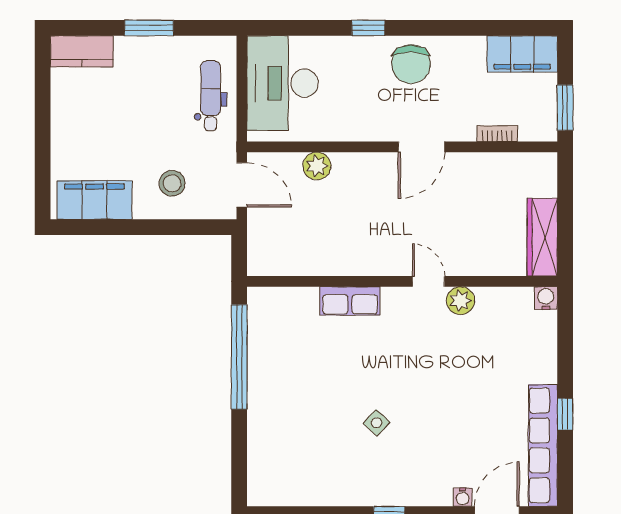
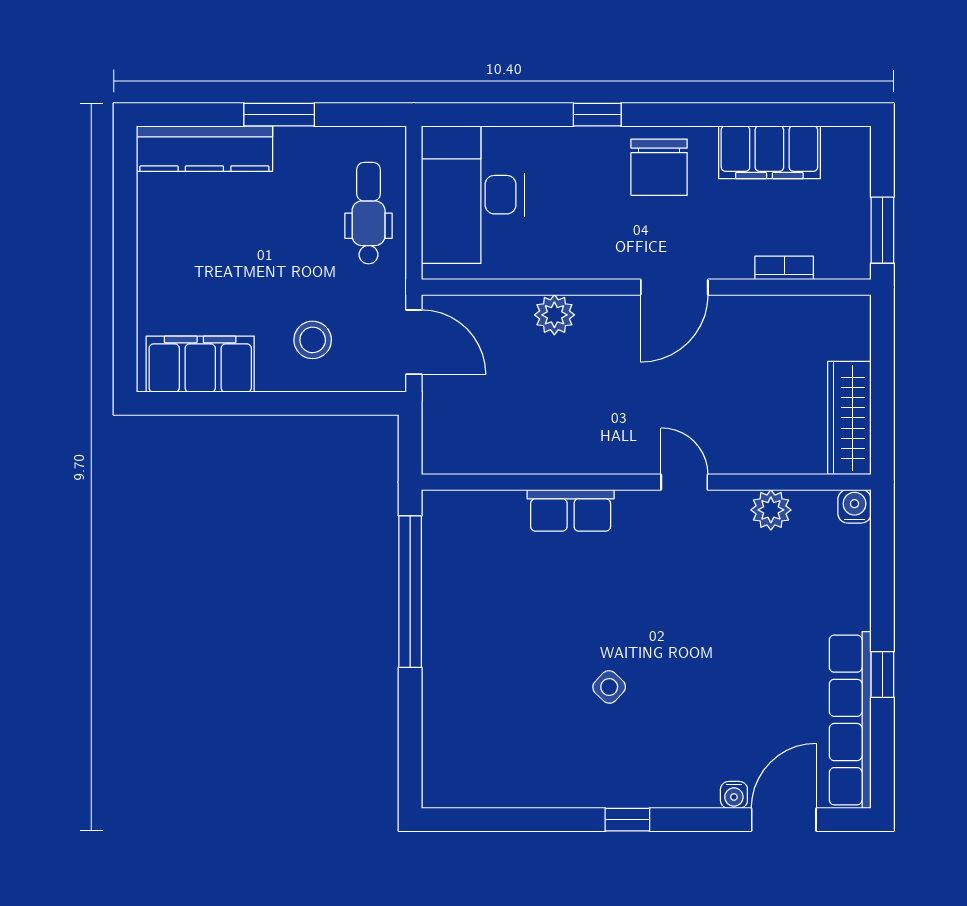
kitchen counter: (82, 51) -> (204, 149), width x1.50
filing cabinet: (522, 54) -> (769, 152), moved
plant: (317, 166) -> (554, 315), moved
plant: (461, 301) -> (771, 510), moved

